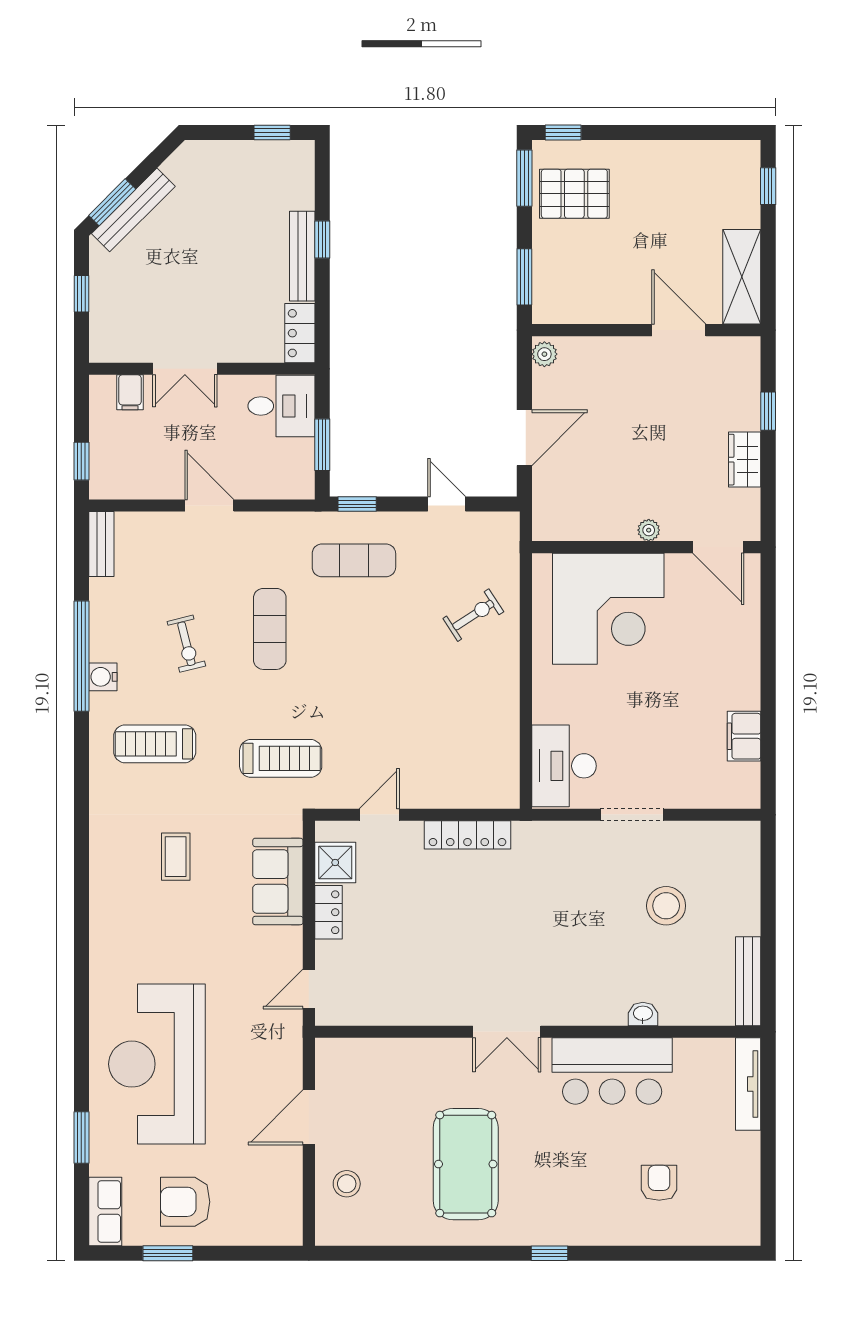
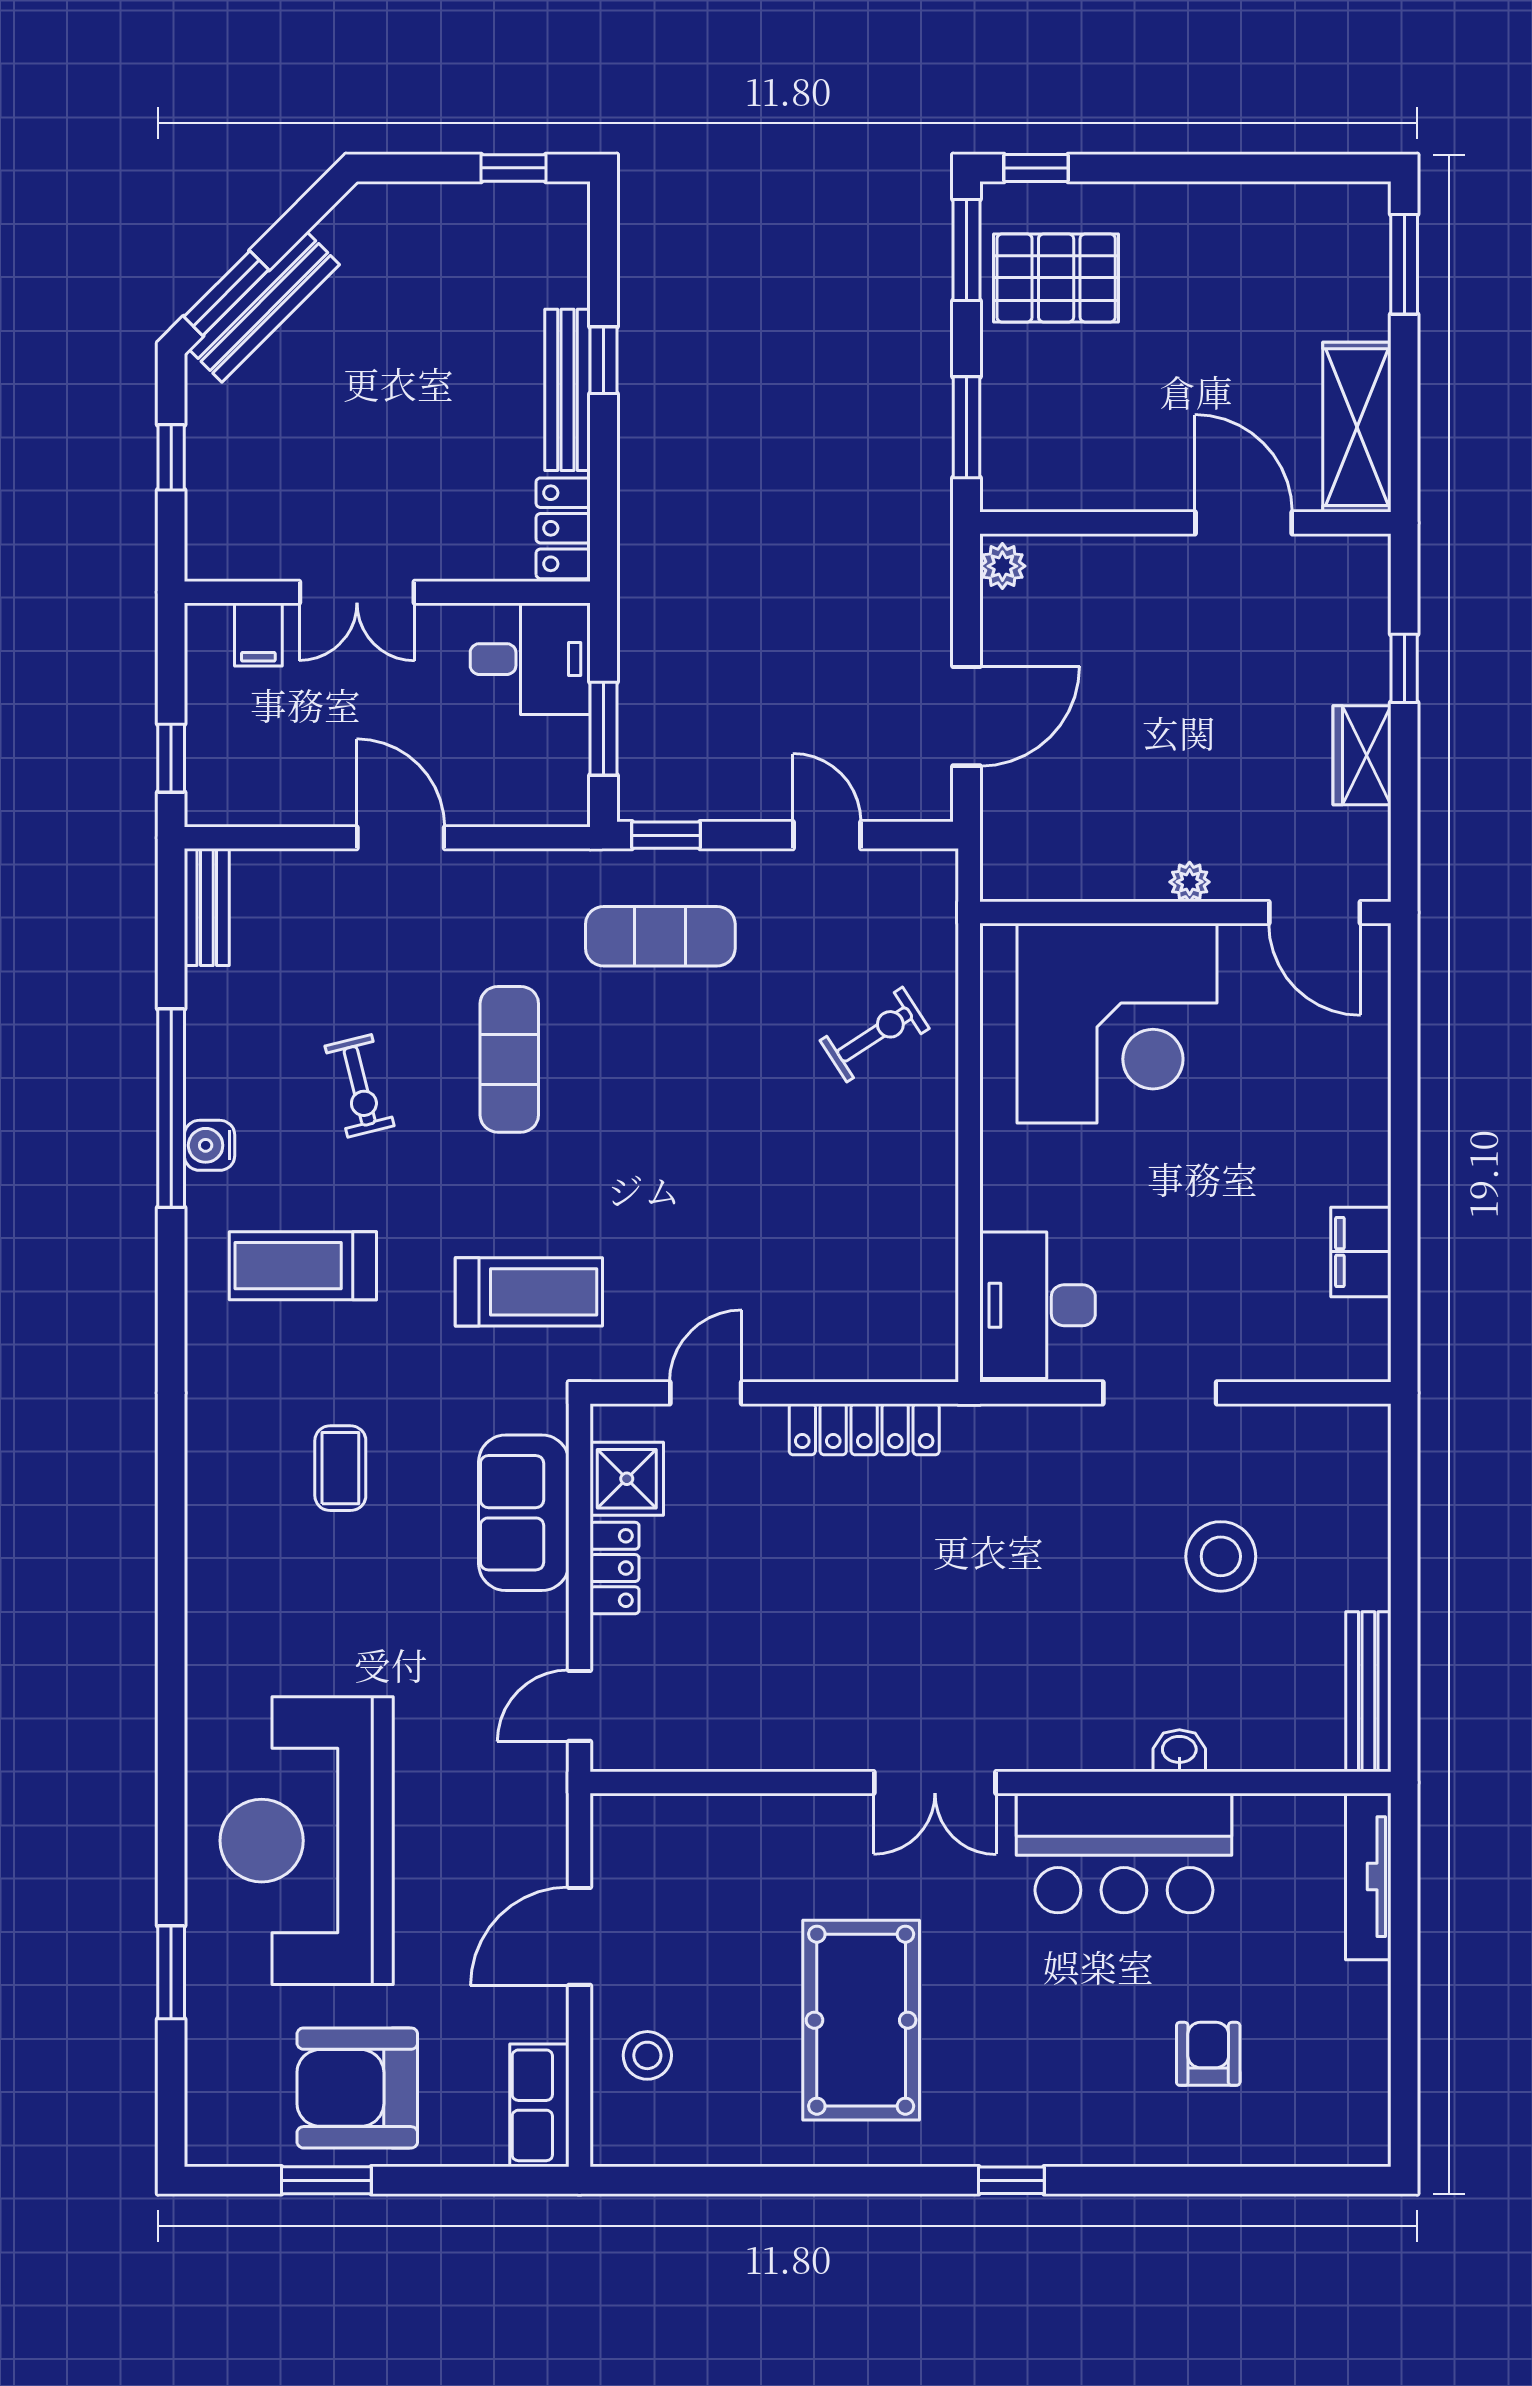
window: (768, 186) -> (1404, 264), width x1.50
armchair: (185, 1202) -> (357, 2088), width x1.36, depth x1.36
row of seats: (105, 1211) -> (539, 2105), moved, turned 180

